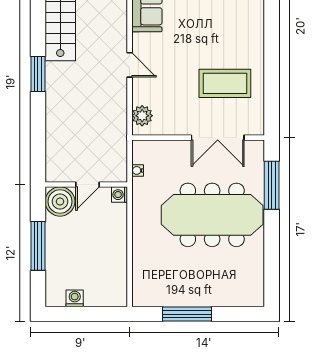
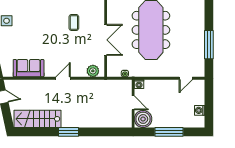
coffee table: (225, 83) -> (74, 22), width x0.54, depth x0.58
double door: (218, 138) -> (106, 40), moved
door: (130, 274) -> (186, 78), added

